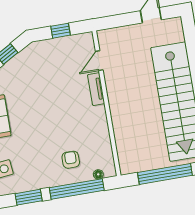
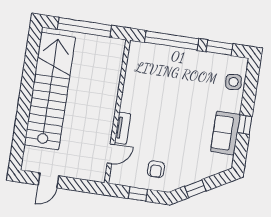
armchair: (71, 160) -> (156, 169), moved
floor lamp: (98, 174) -> (147, 47), removed

